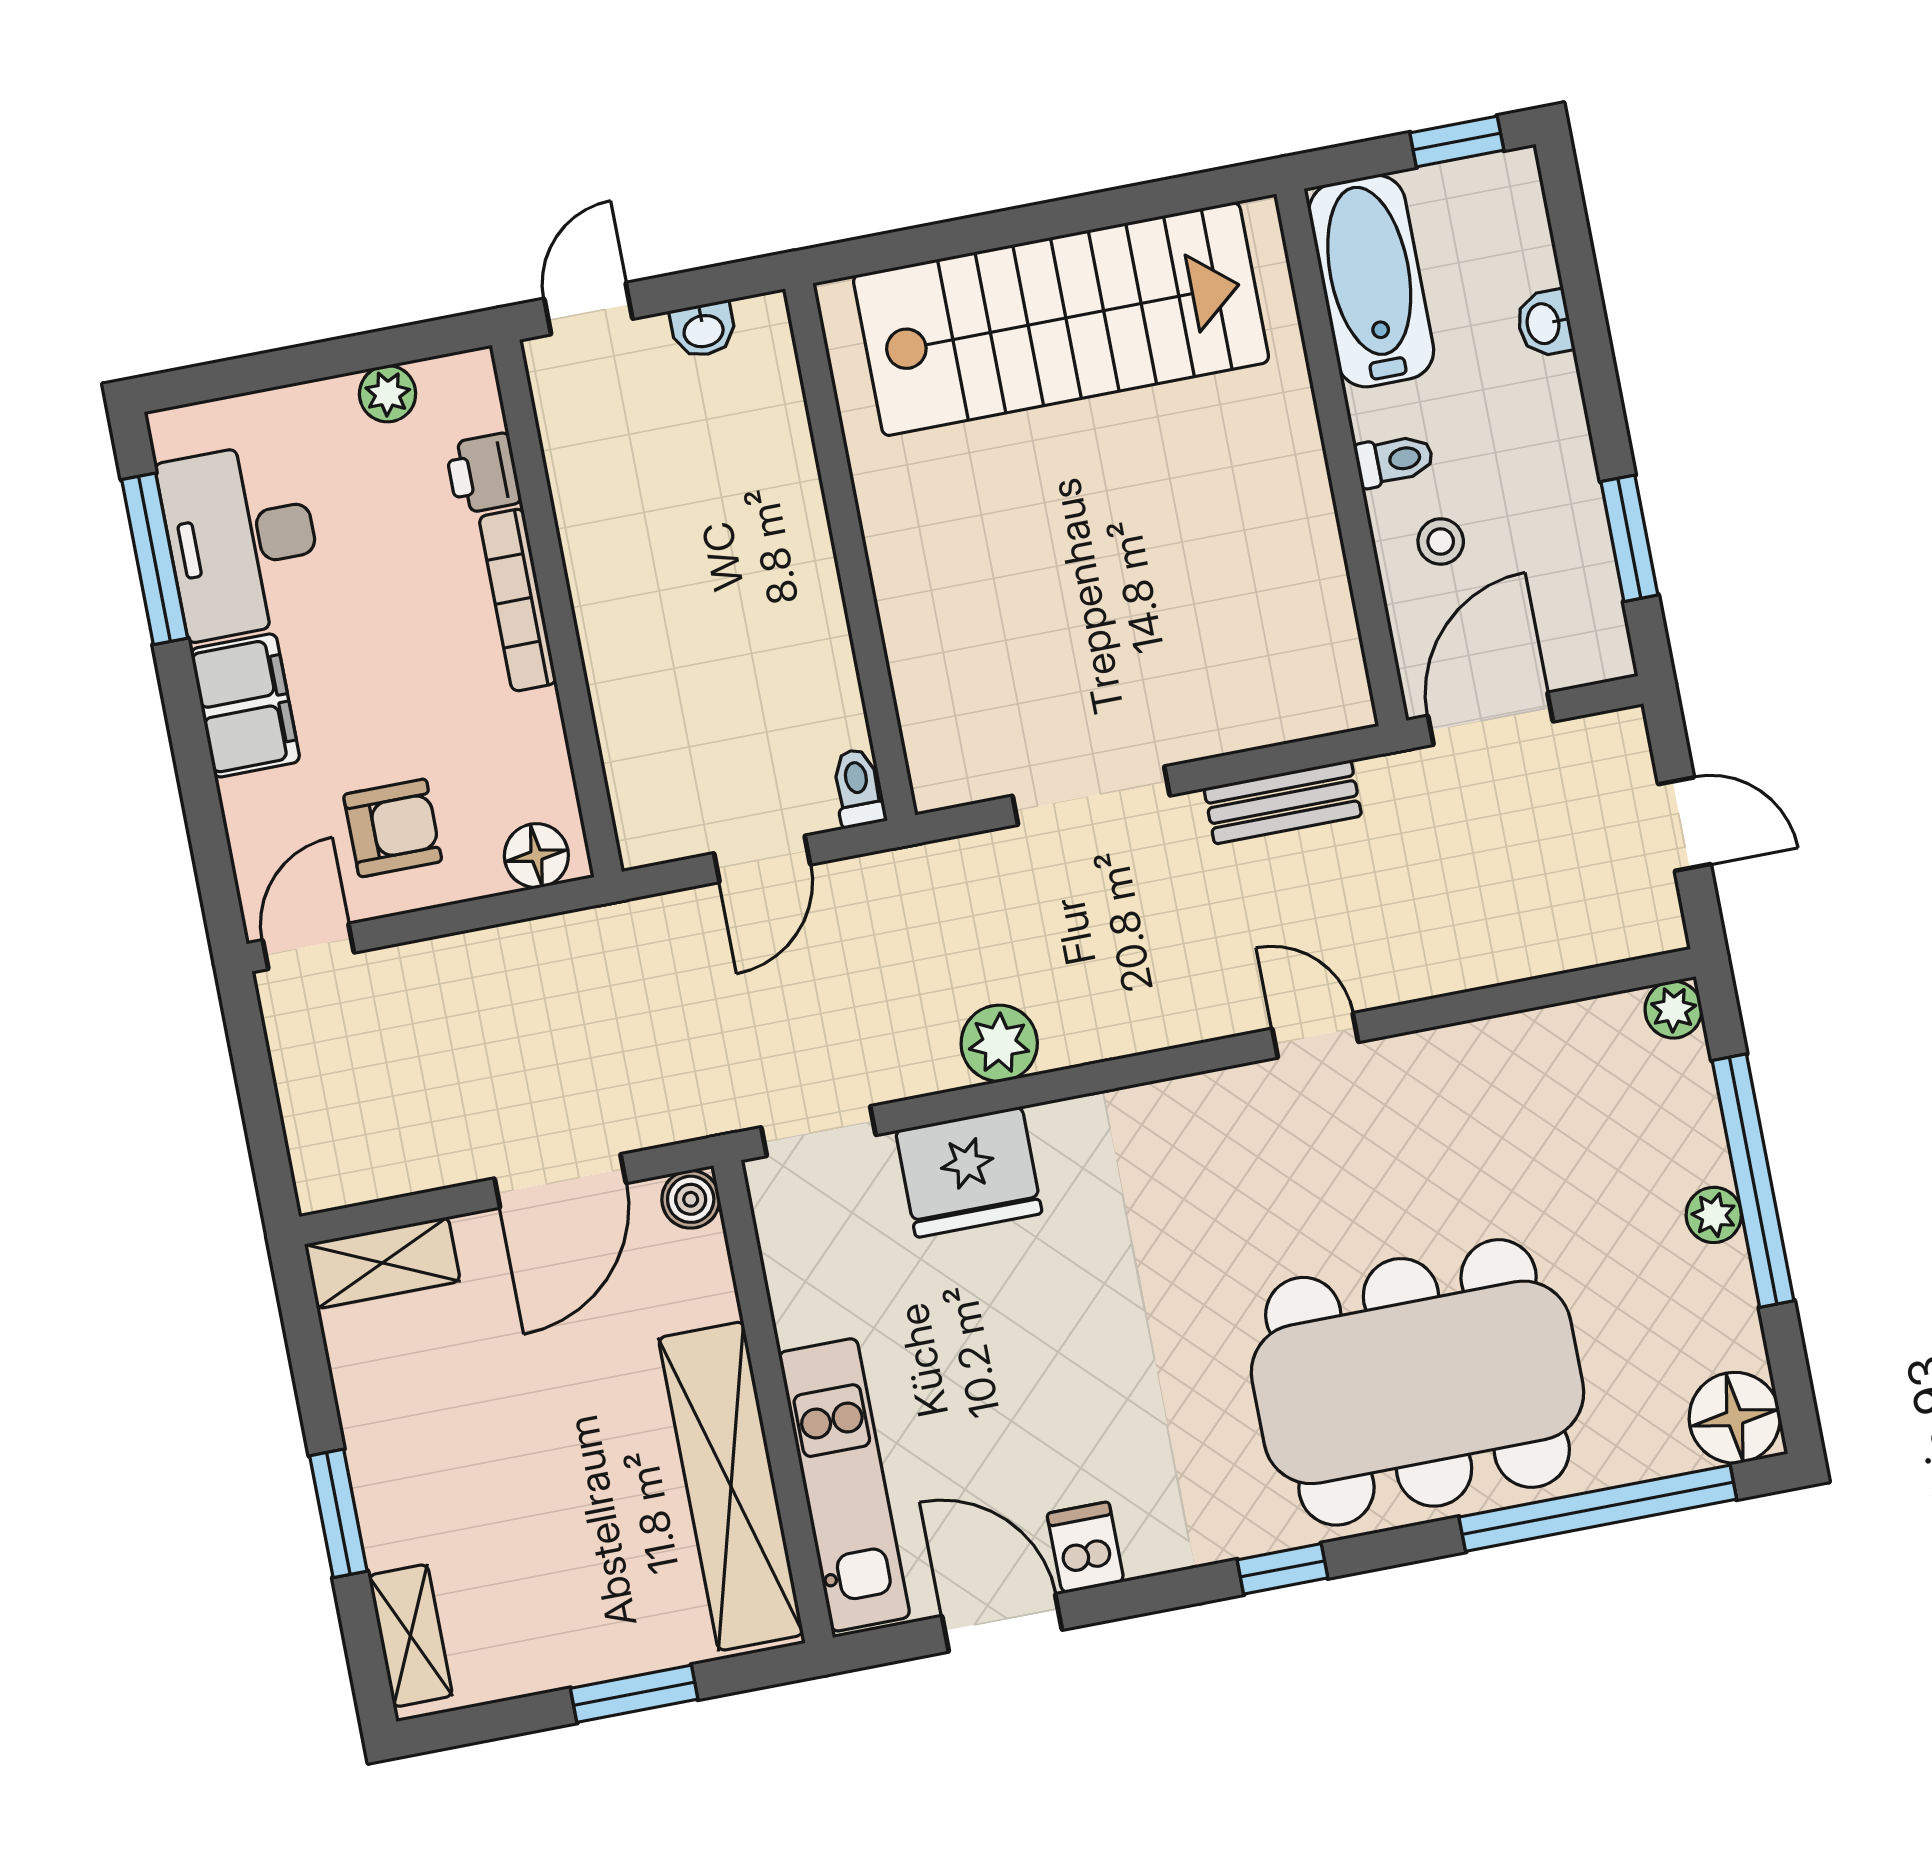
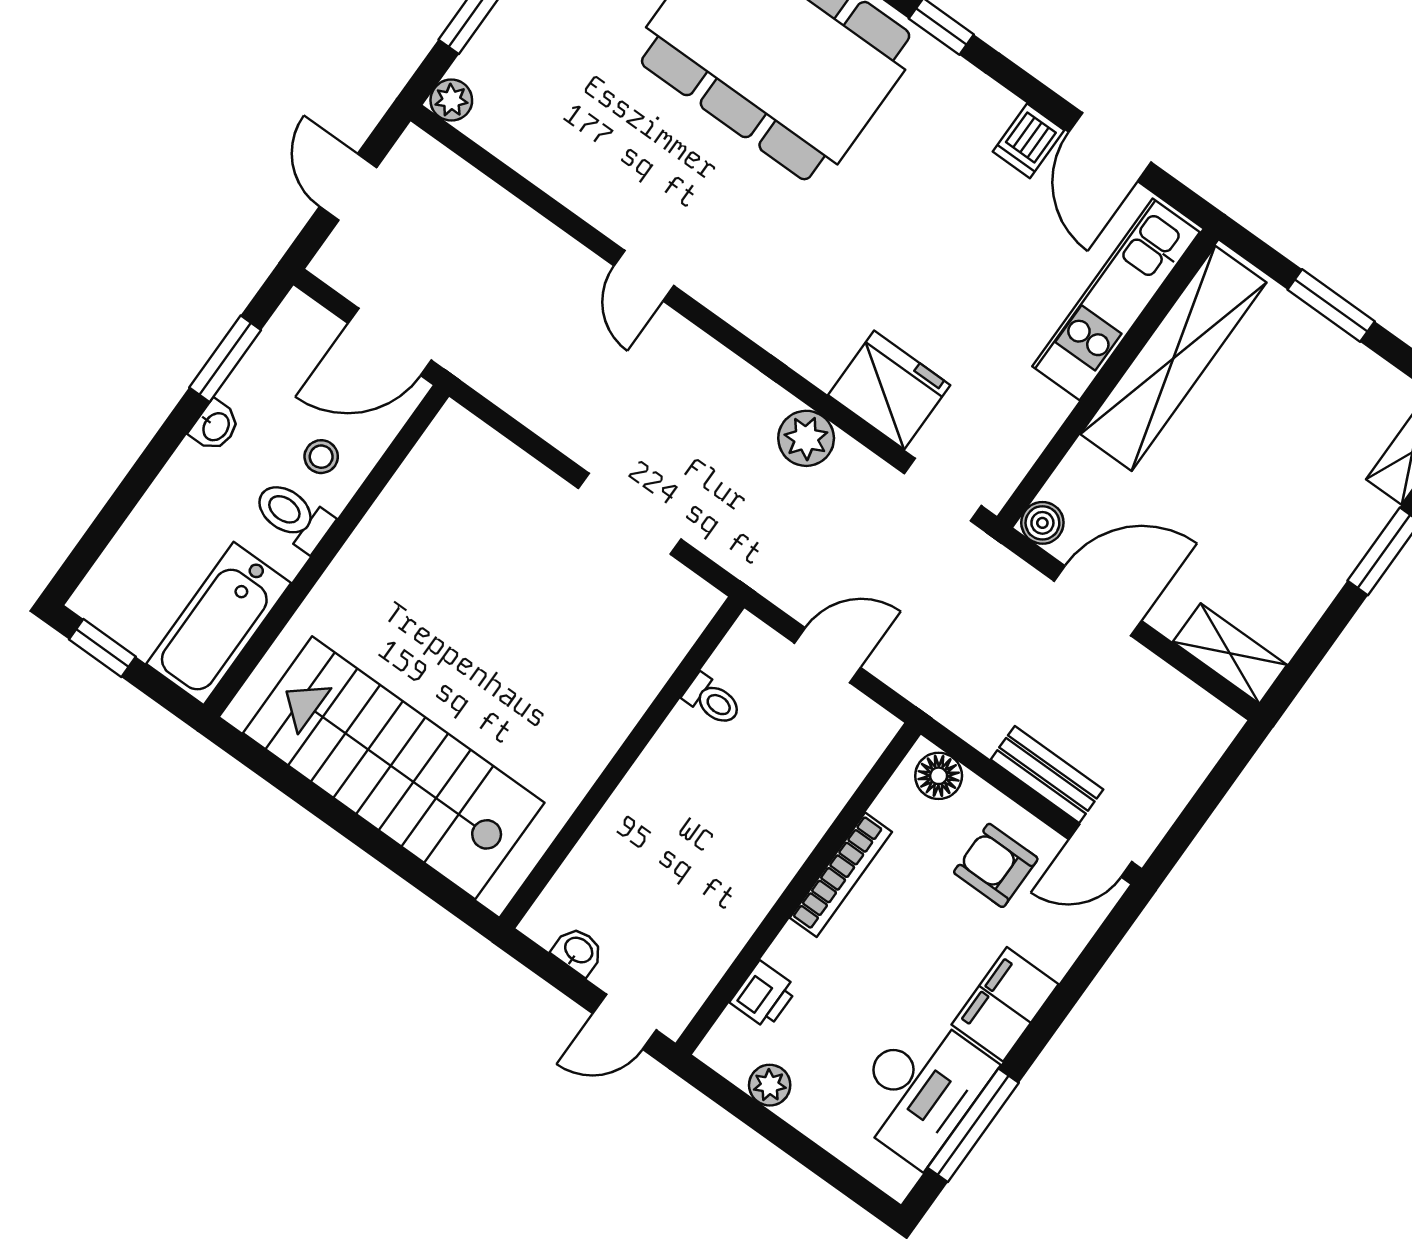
washbasin: (1544, 323) -> (215, 426), moved
toilet: (1394, 460) -> (293, 516), width x1.37, depth x1.39
bookcase: (518, 600) -> (841, 875), moved
toilet: (858, 788) -> (712, 700), moved, turned -90
bench: (1283, 802) -> (1047, 774), moved

